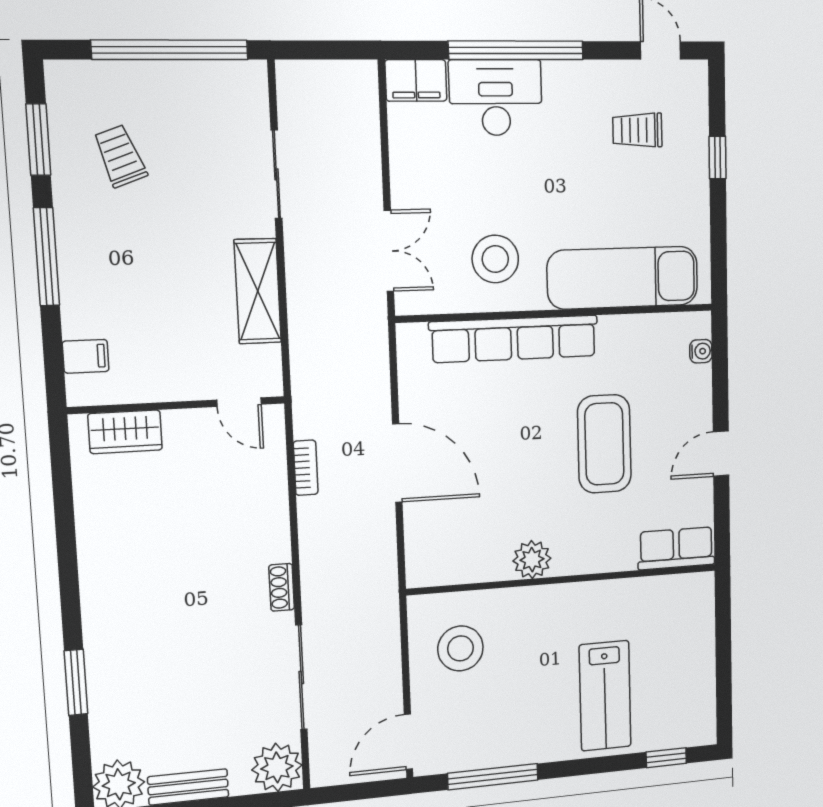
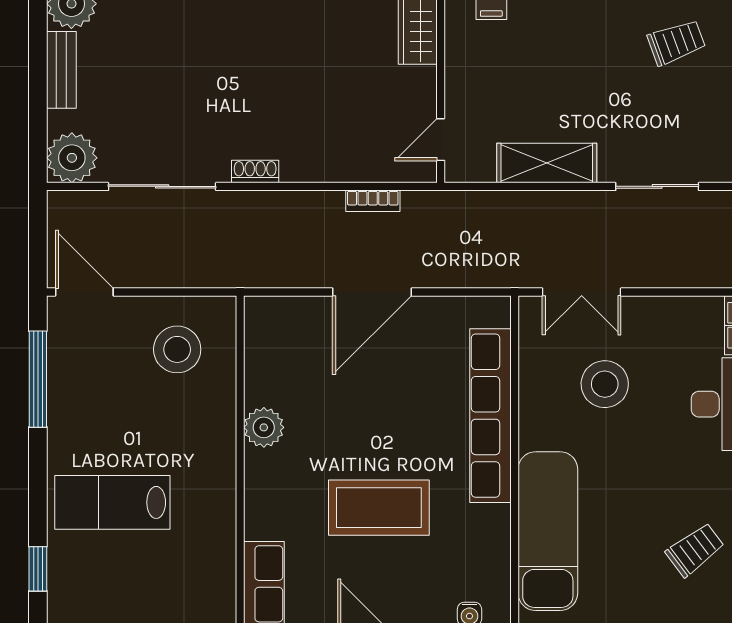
trolley: (637, 130) -> (695, 550), turned 53
stool: (495, 259) -> (605, 384), moved

